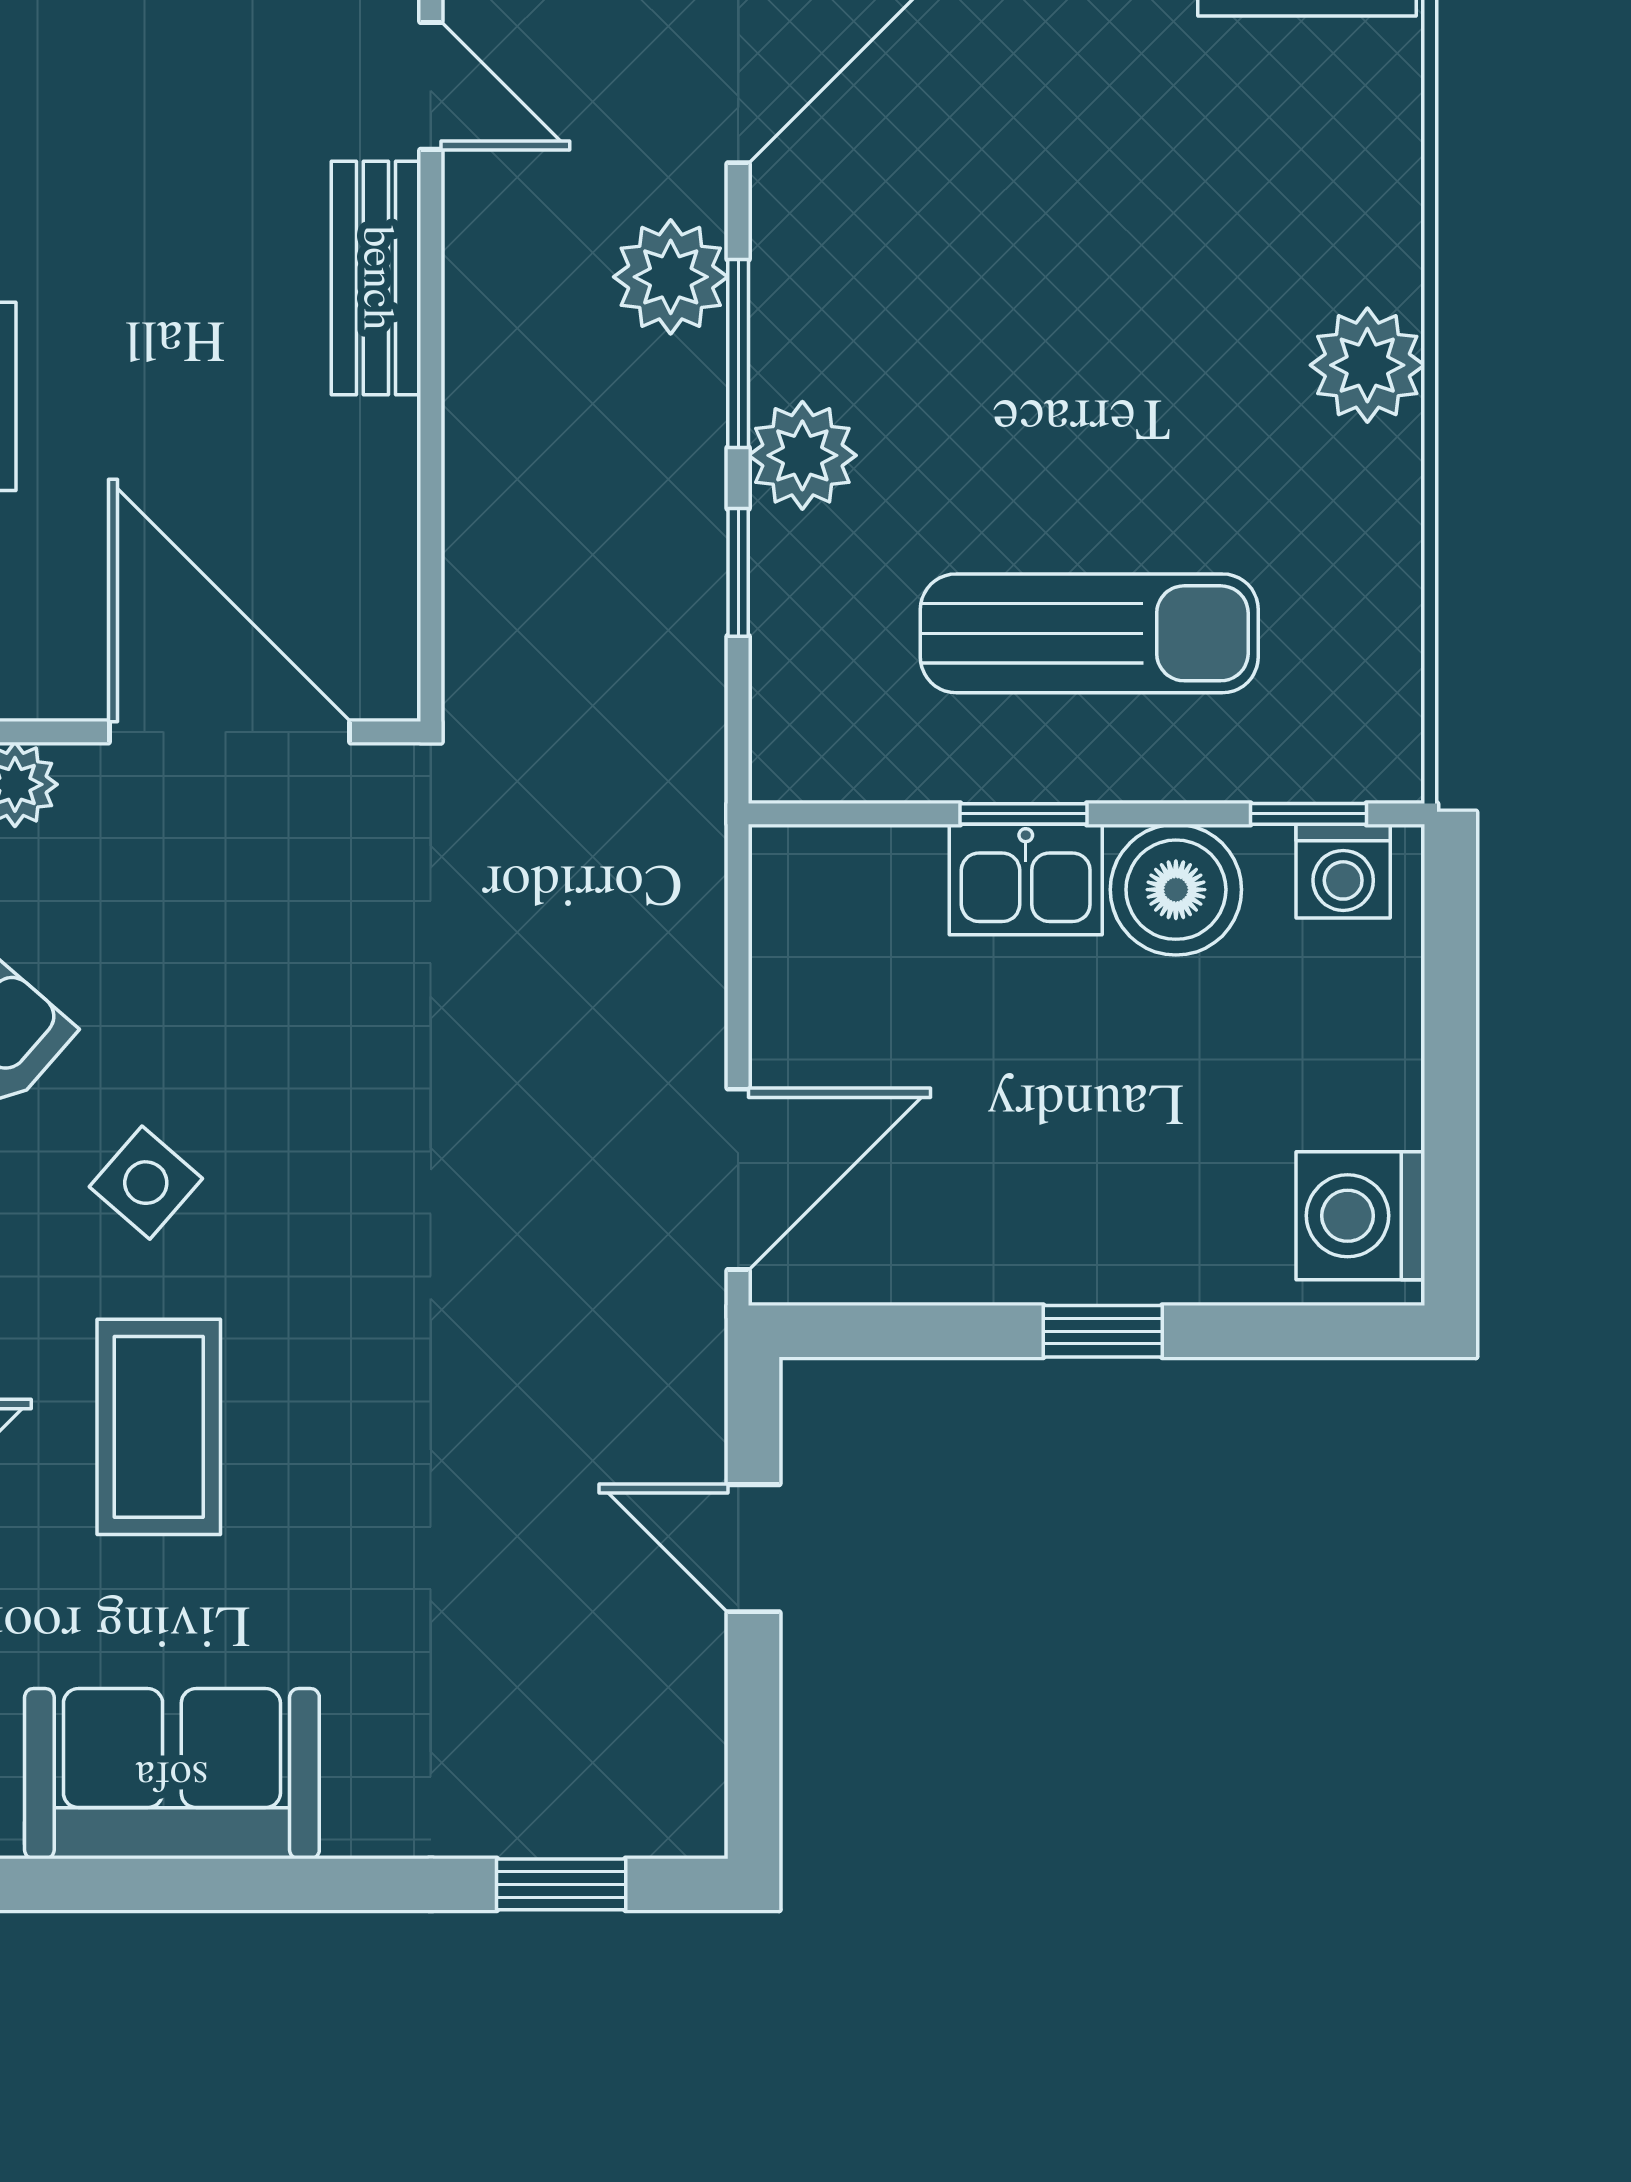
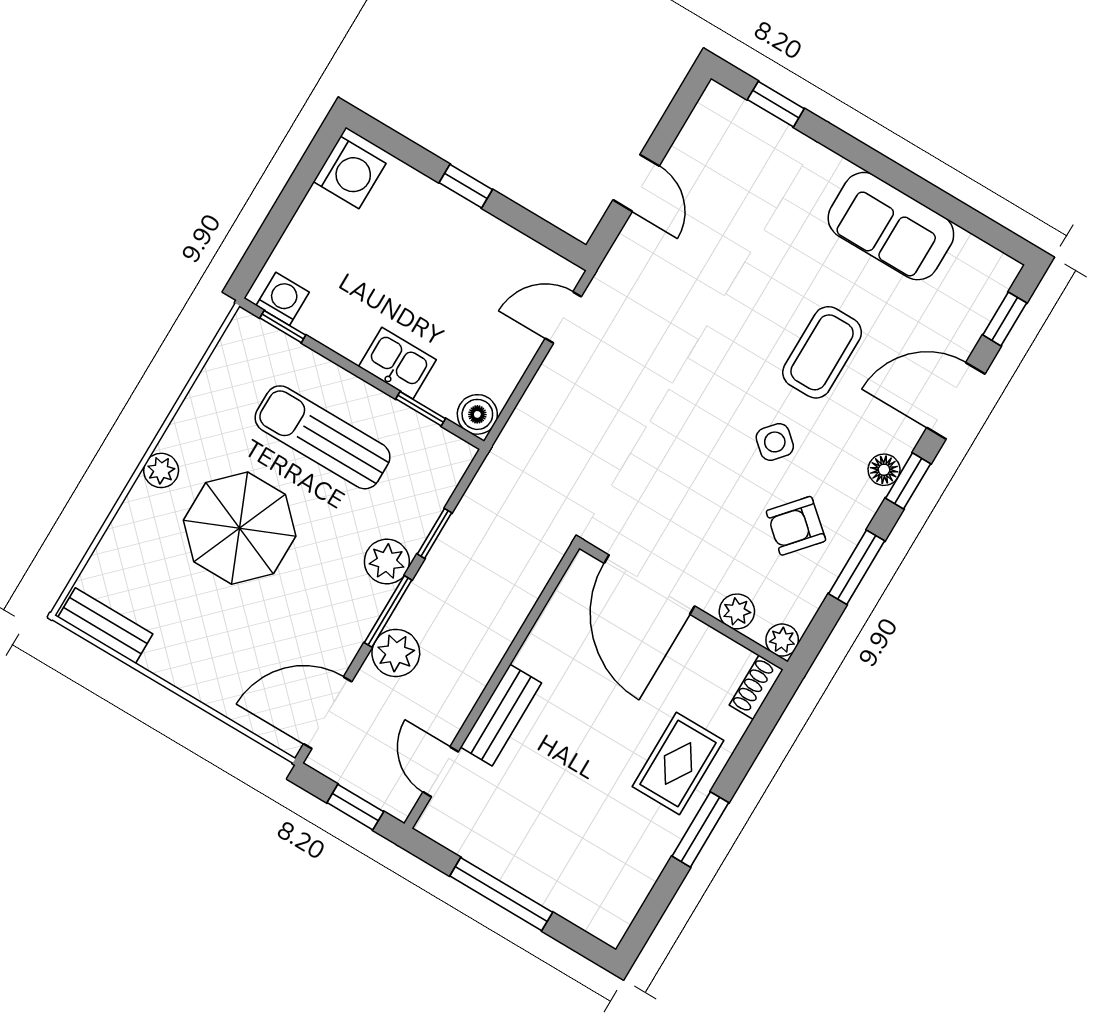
parasol: (1149, 343) -> (240, 528), added
plant: (1367, 365) -> (161, 470), width x0.73, depth x0.73
window: (1023, 814) -> (421, 409), moved
boiler: (1176, 890) -> (477, 414), moved, width x0.73, depth x0.73
door: (738, 1179) -> (563, 318), width x0.73

